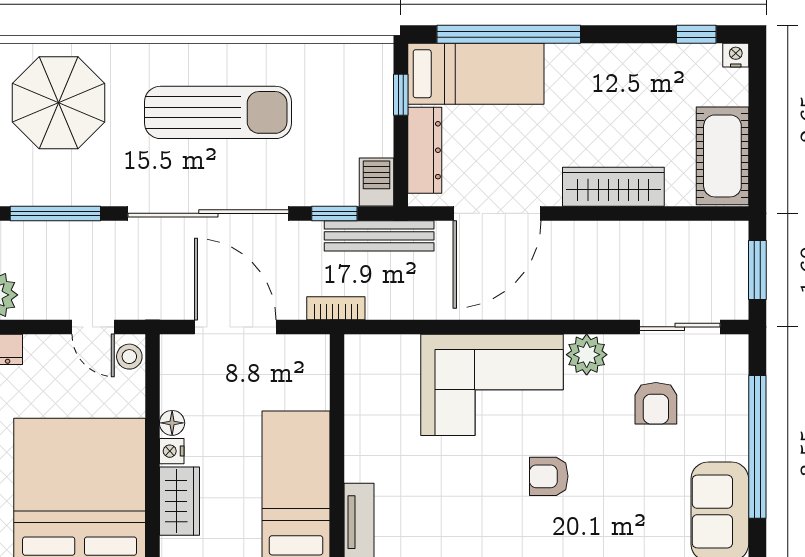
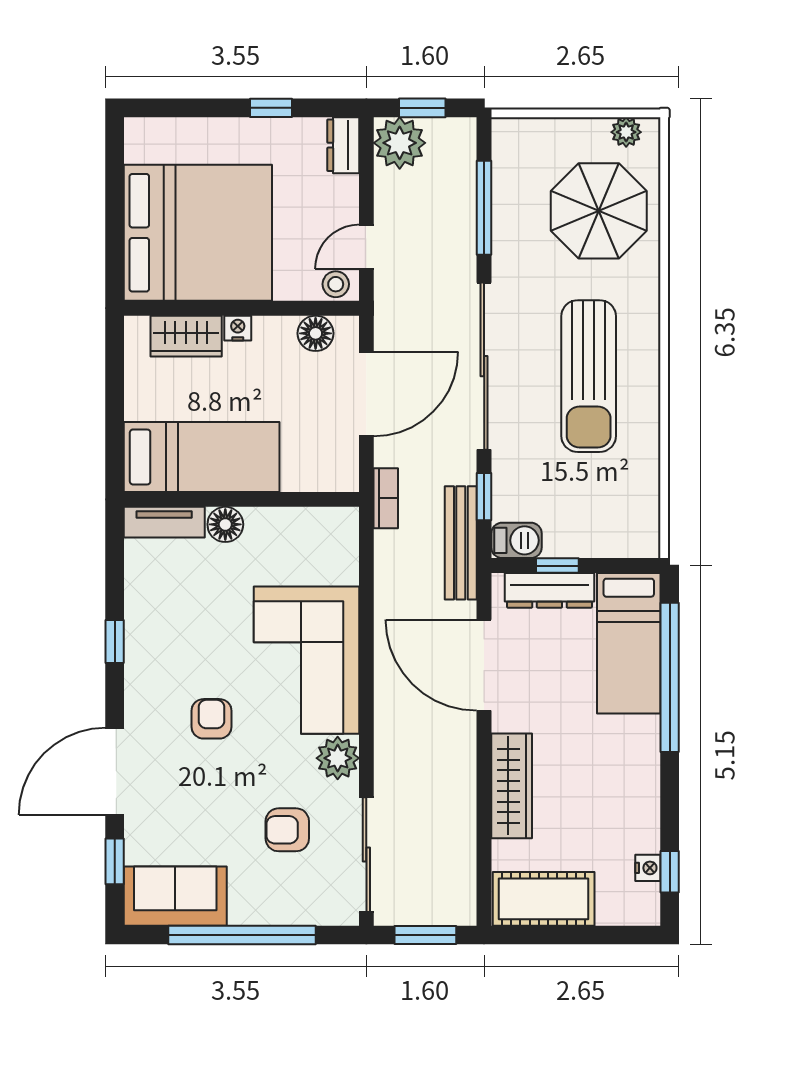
nightstand: (736, 55) -> (648, 868), moved
window: (401, 95) -> (557, 566), moved
sliding door: (680, 327) -> (366, 855), width x1.37
floor lamp: (172, 423) -> (316, 333), moved, width x1.37, depth x1.37
floor lamp: (361, 463) -> (225, 524), added

